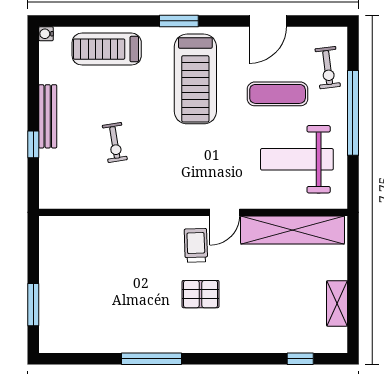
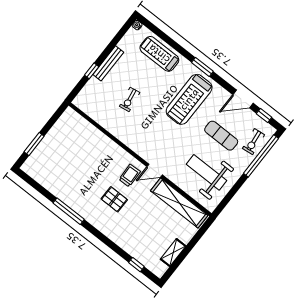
window: (314, 21) -> (264, 116), added
window: (353, 113) -> (261, 156), moved

